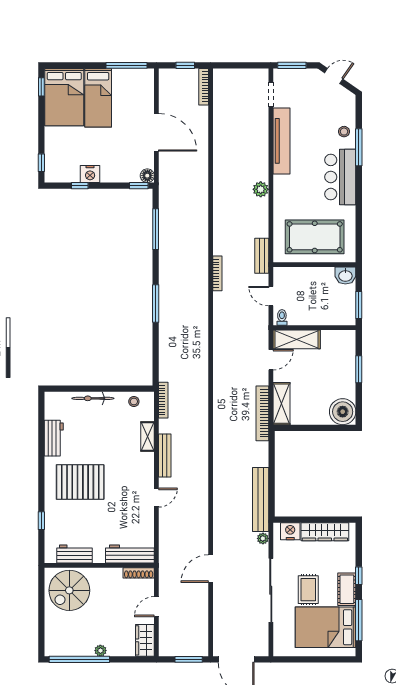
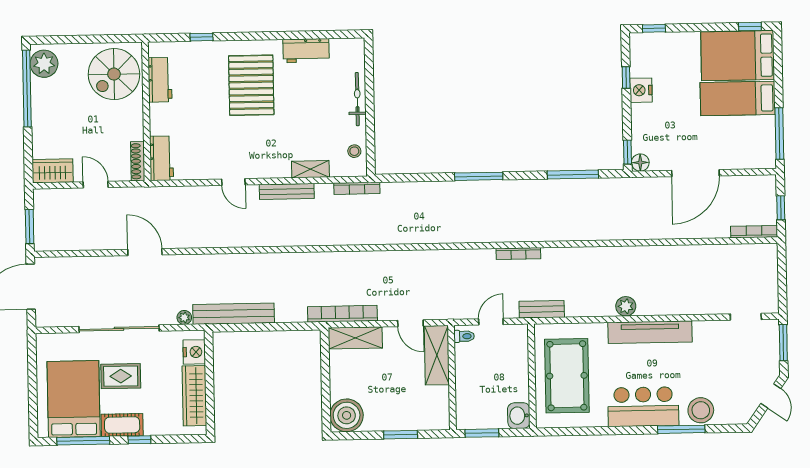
stool: (344, 132) -> (701, 410), width x1.89, depth x1.89
tv unit: (281, 141) -> (650, 332), moved
workbench: (130, 554) -> (162, 158), width x0.73
spiral stairs: (69, 590) -> (114, 74), turned -90
plant: (100, 651) -> (44, 64), moved, width x1.87, depth x1.87

